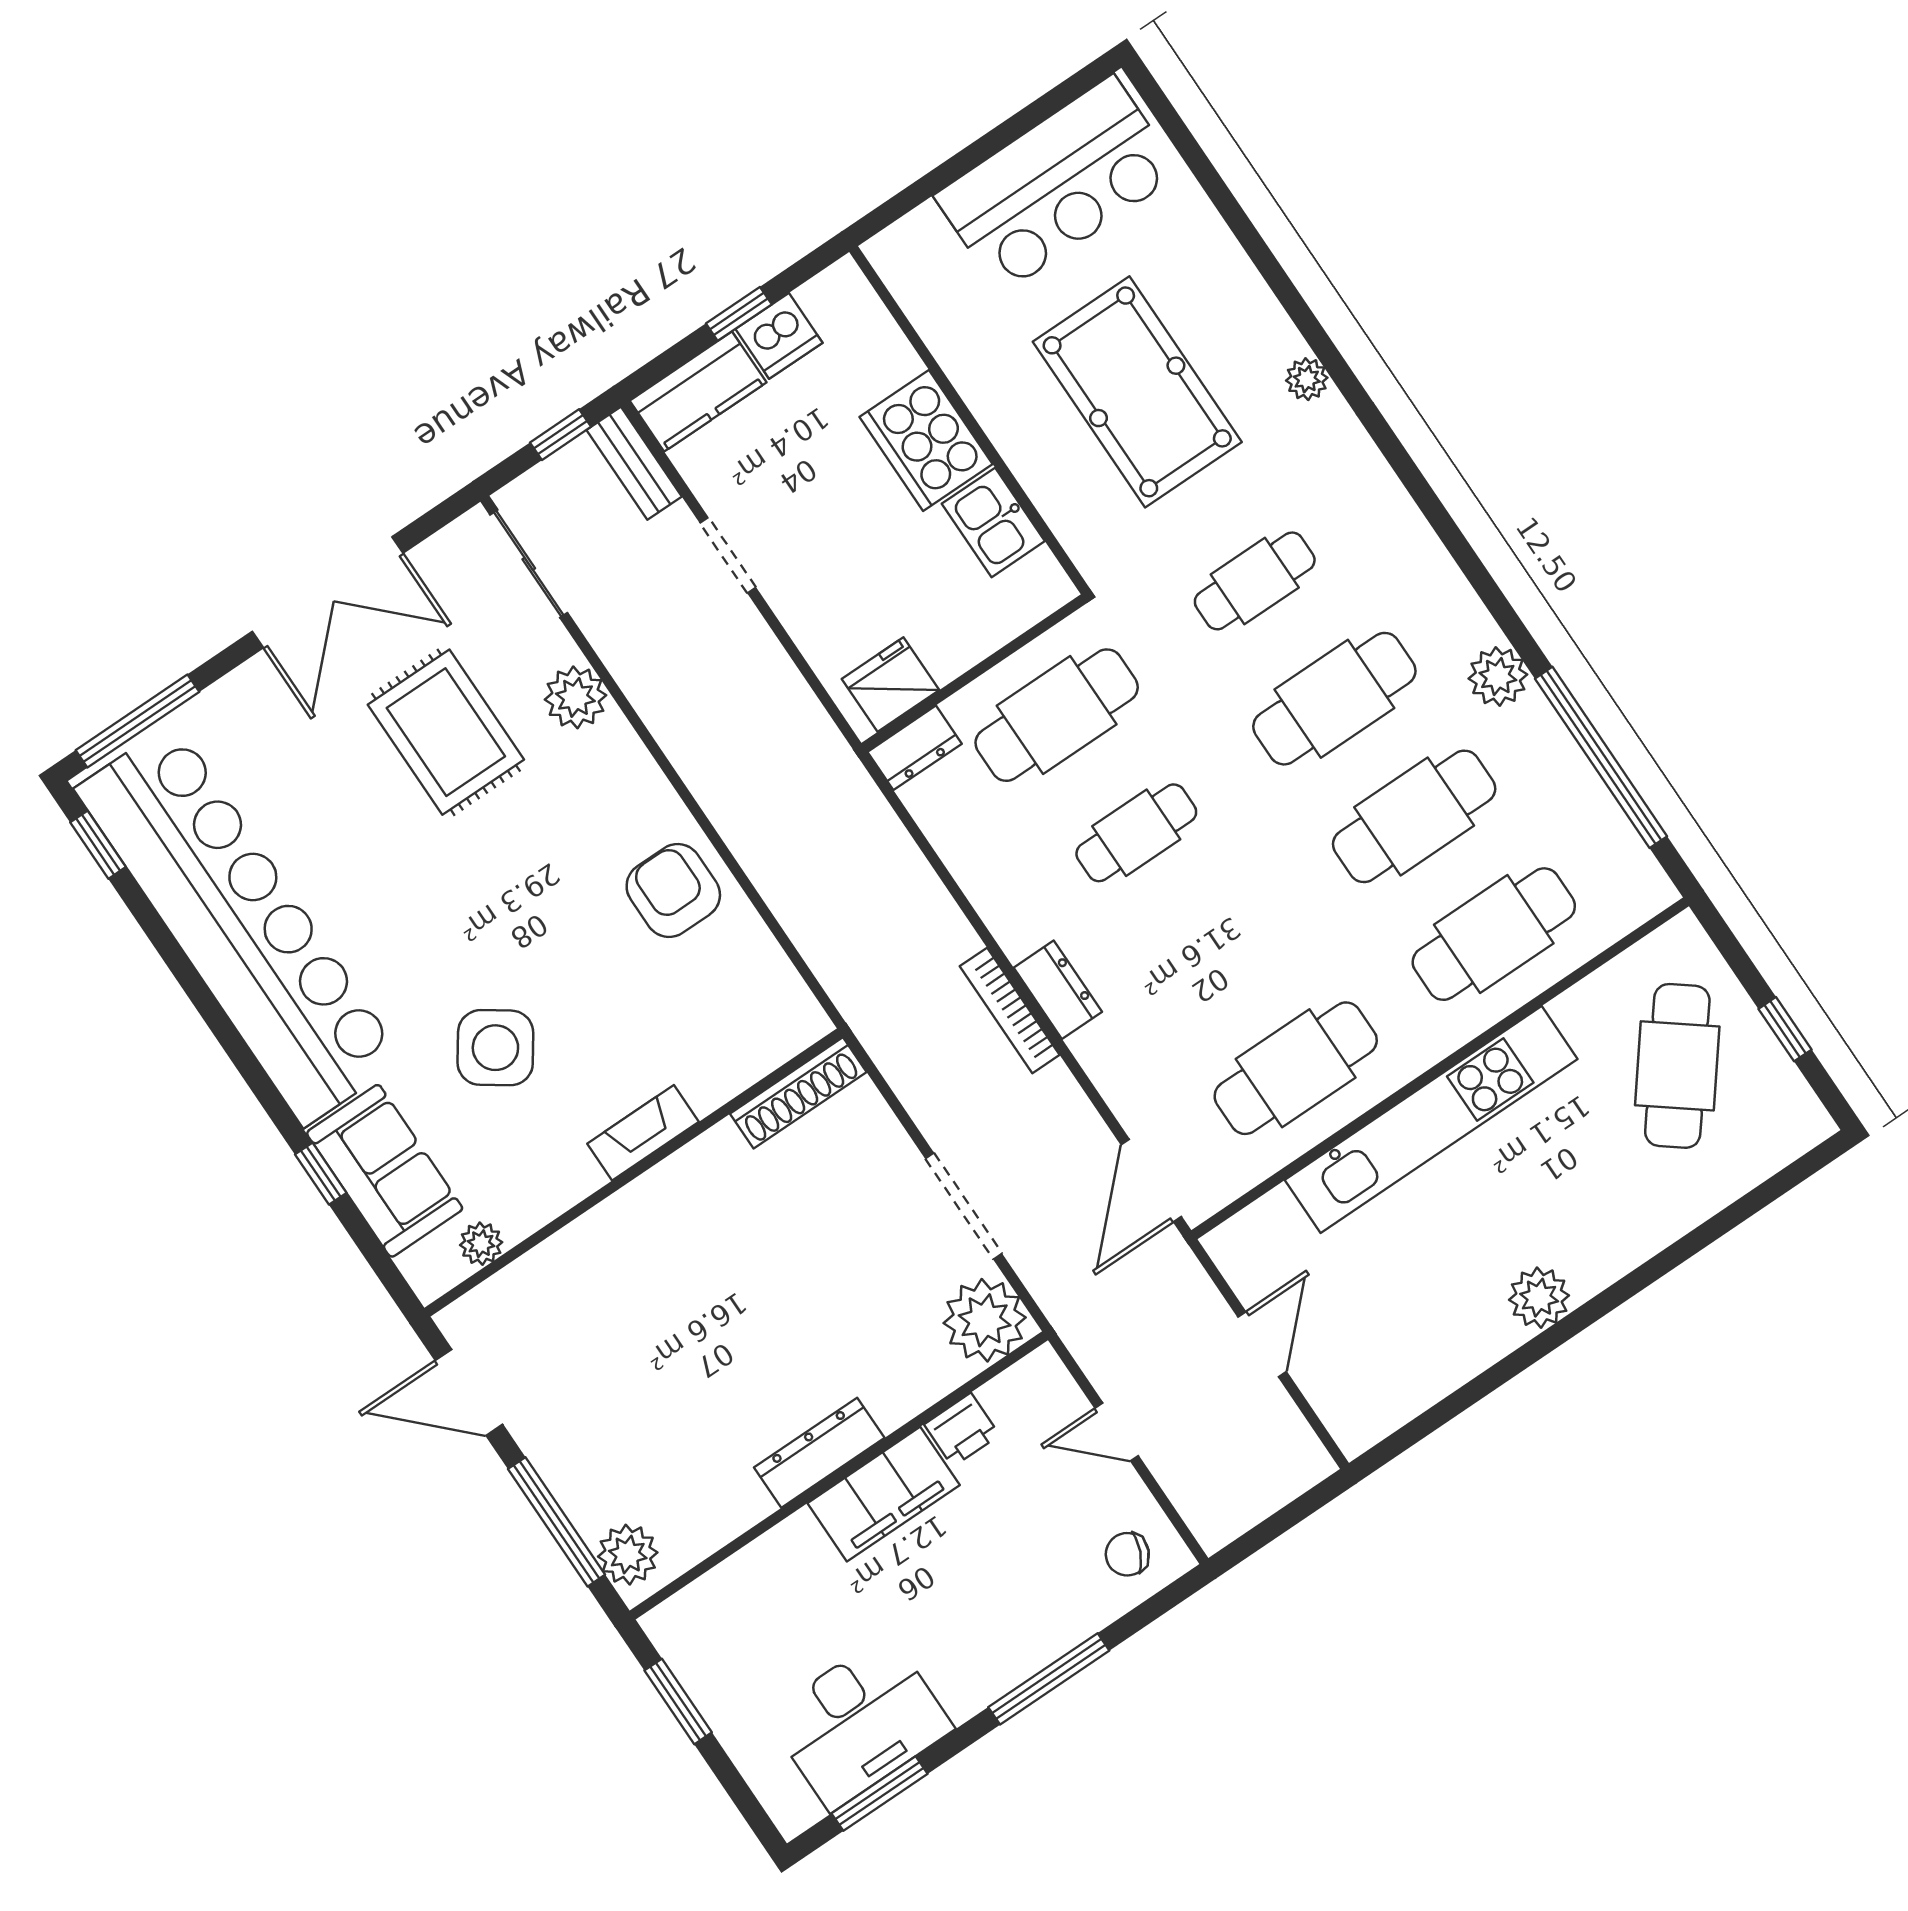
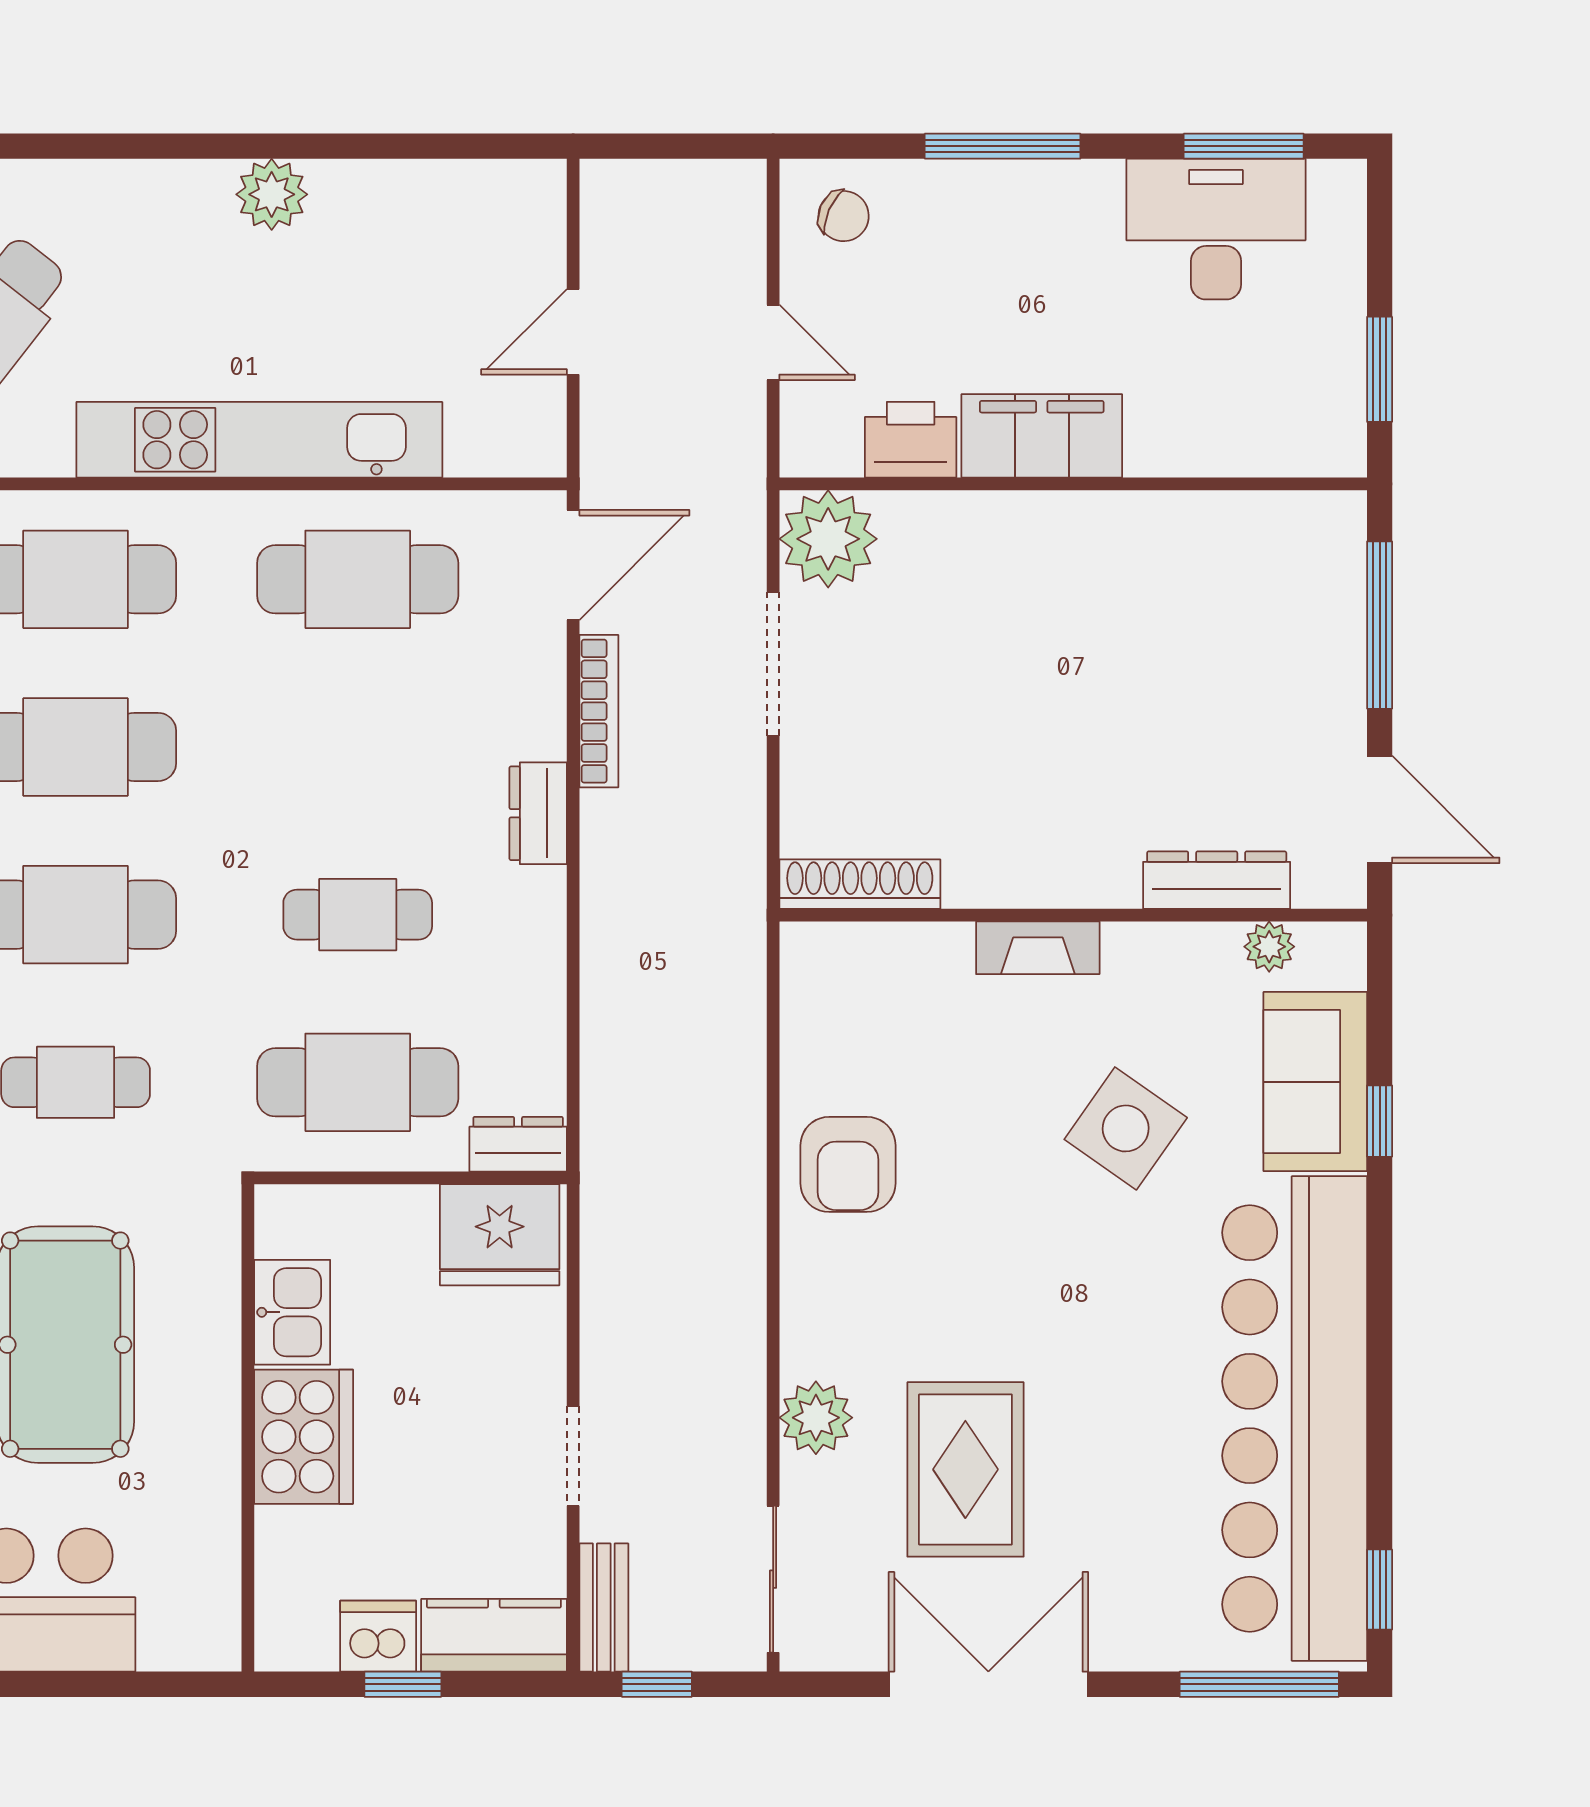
fridge: (891, 685) -> (500, 1235), width x1.36, depth x1.34
bookcase: (1010, 1010) -> (599, 711), moved
printer: (962, 1430) -> (911, 440), width x1.36, depth x1.24
dresser: (819, 1453) -> (1217, 880), moved, turned 180
plant: (628, 1555) -> (1332, 546), removed

